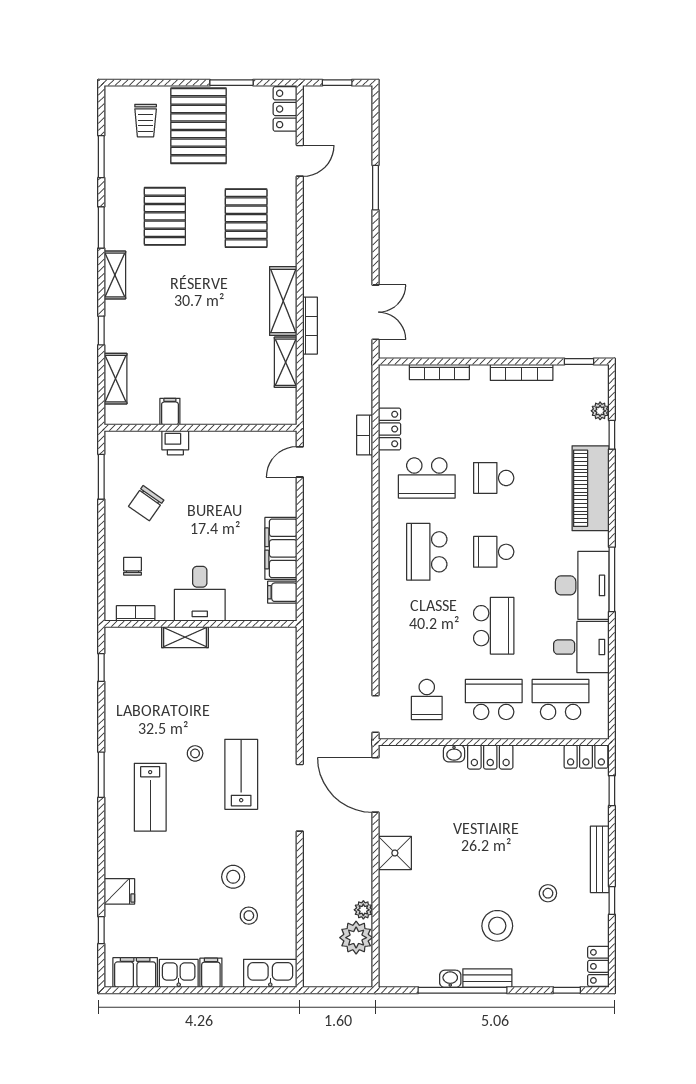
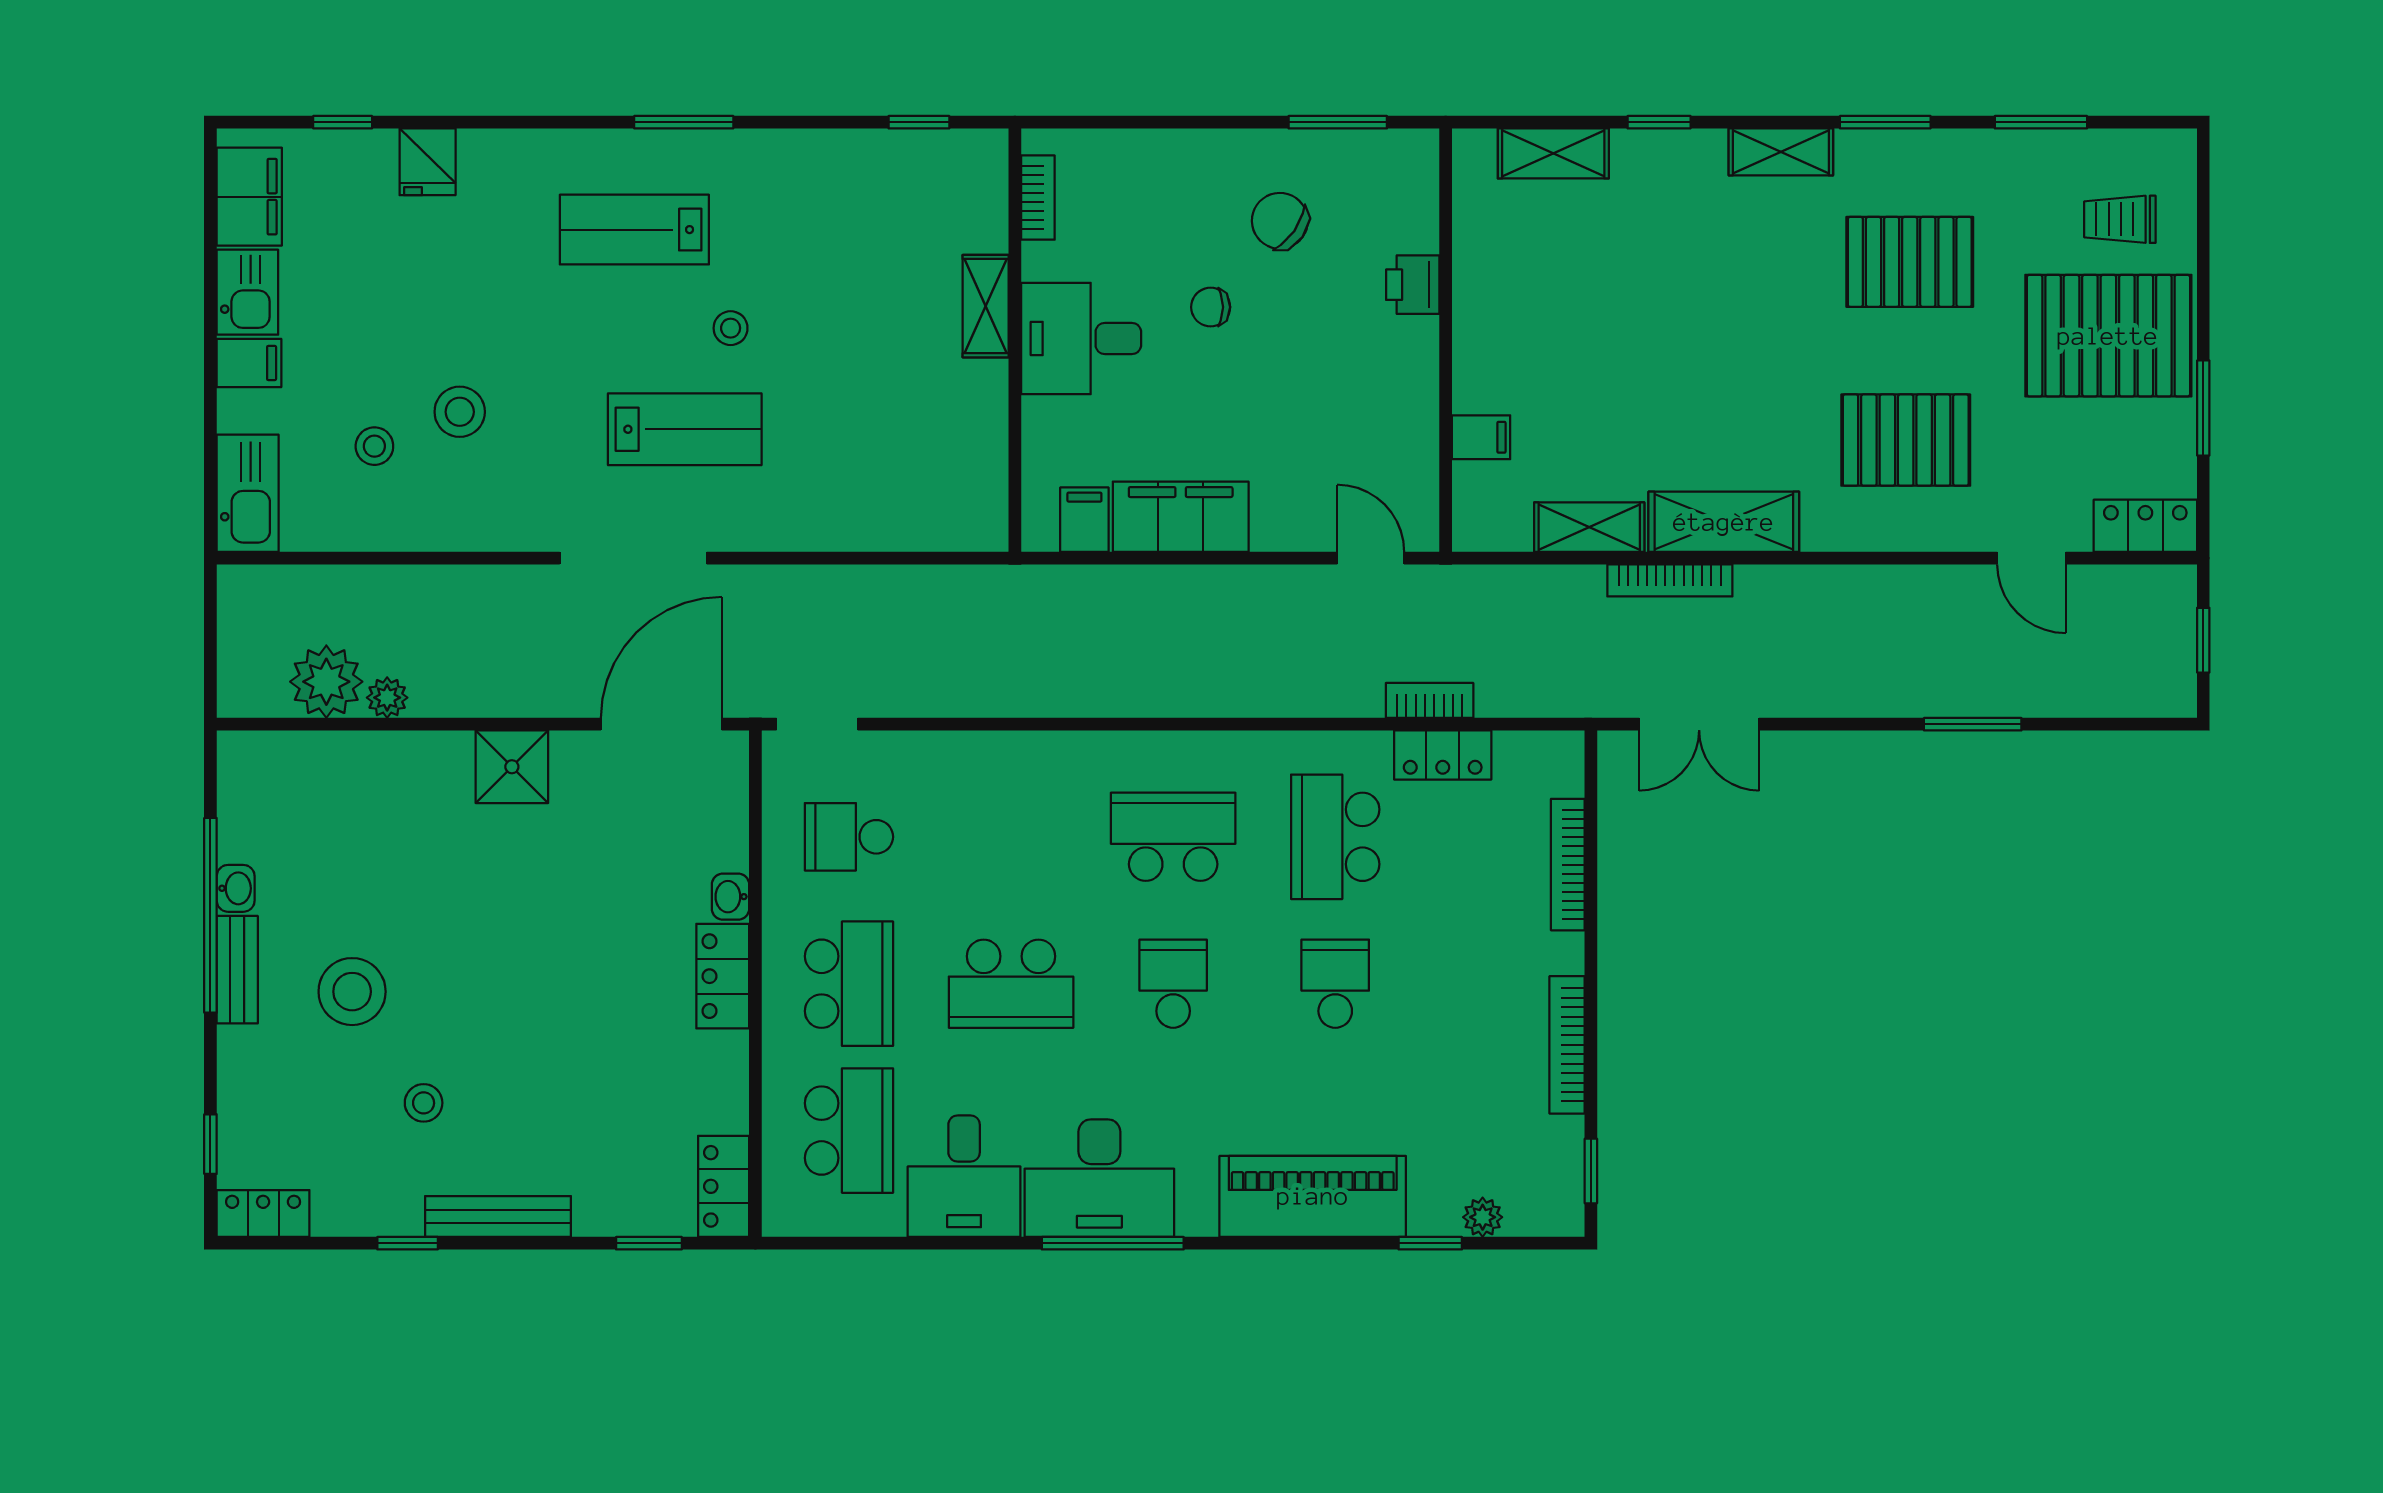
filing cabinet: (170, 412) -> (1481, 437), moved
chair: (133, 566) -> (1211, 307), moved, turned 180

